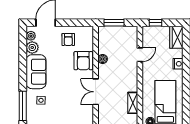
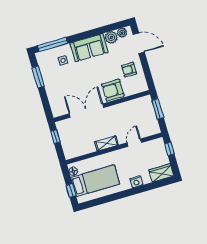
door: (140, 55) -> (134, 143), swing flipped
boiler: (103, 59) -> (120, 108), removed
double door: (96, 92) -> (86, 111), width x1.37
shelving: (133, 103) -> (106, 143), moved

